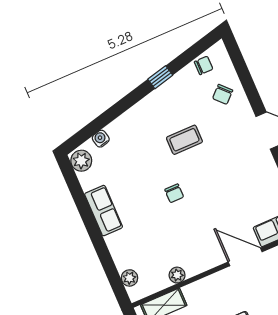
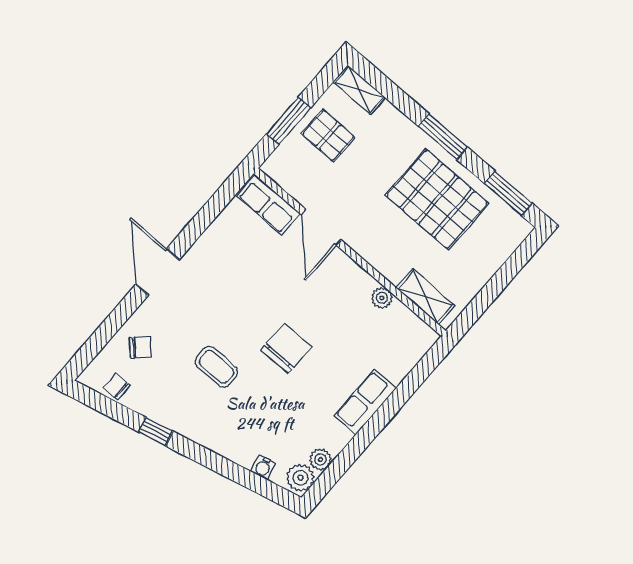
chair: (174, 193) -> (286, 348), width x1.87, depth x1.87
row of seats: (104, 211) -> (365, 402), moved
plant: (129, 278) -> (320, 459), moved

